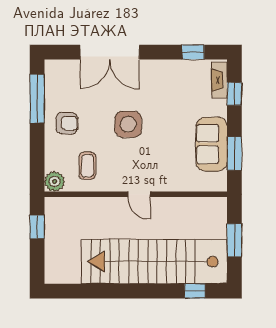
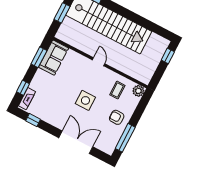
sofa: (212, 144) -> (54, 58), moved
window: (37, 227) -> (168, 56), moved

